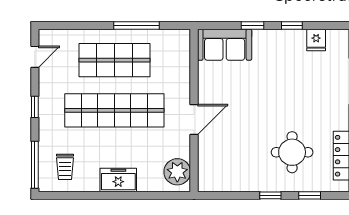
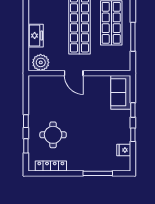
freezer: (118, 180) -> (36, 36), moved

